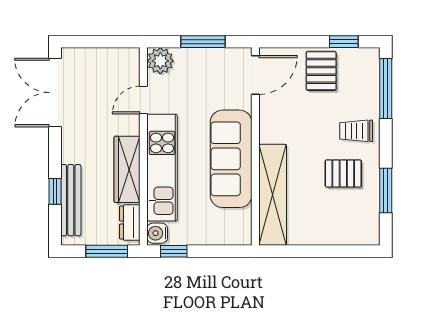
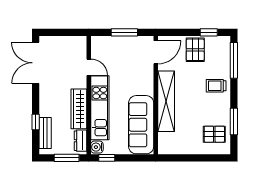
plant: (160, 61) -> (99, 44), removed
door: (143, 100) -> (89, 67), swing flipped
sofa: (231, 159) -> (141, 125), moved
pallet: (343, 173) -> (214, 134), moved
shelving: (273, 195) -> (166, 101), moved
bench: (71, 200) -> (45, 133), width x0.73

